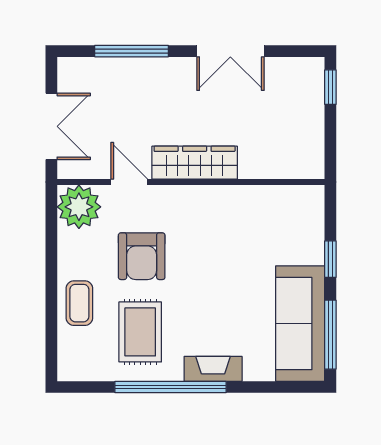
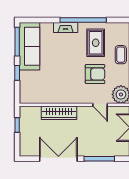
double door: (230, 51) -> (58, 159), width x1.37
window: (330, 87) -> (17, 125), moved
wardrobe: (195, 163) -> (59, 113), moved
armchair: (142, 256) -> (95, 74), turned 90

